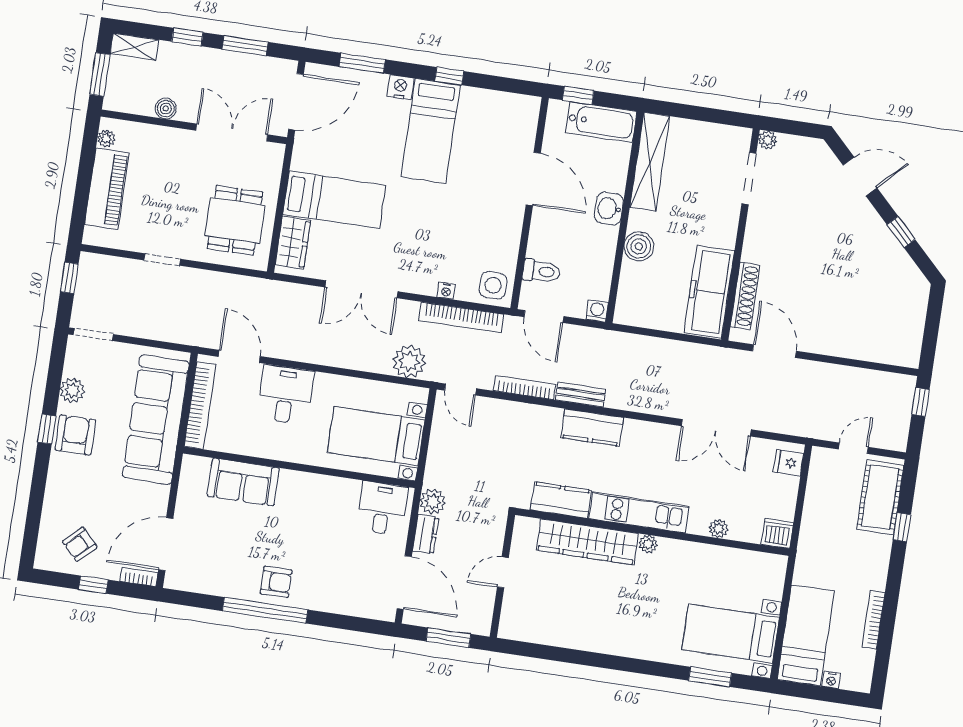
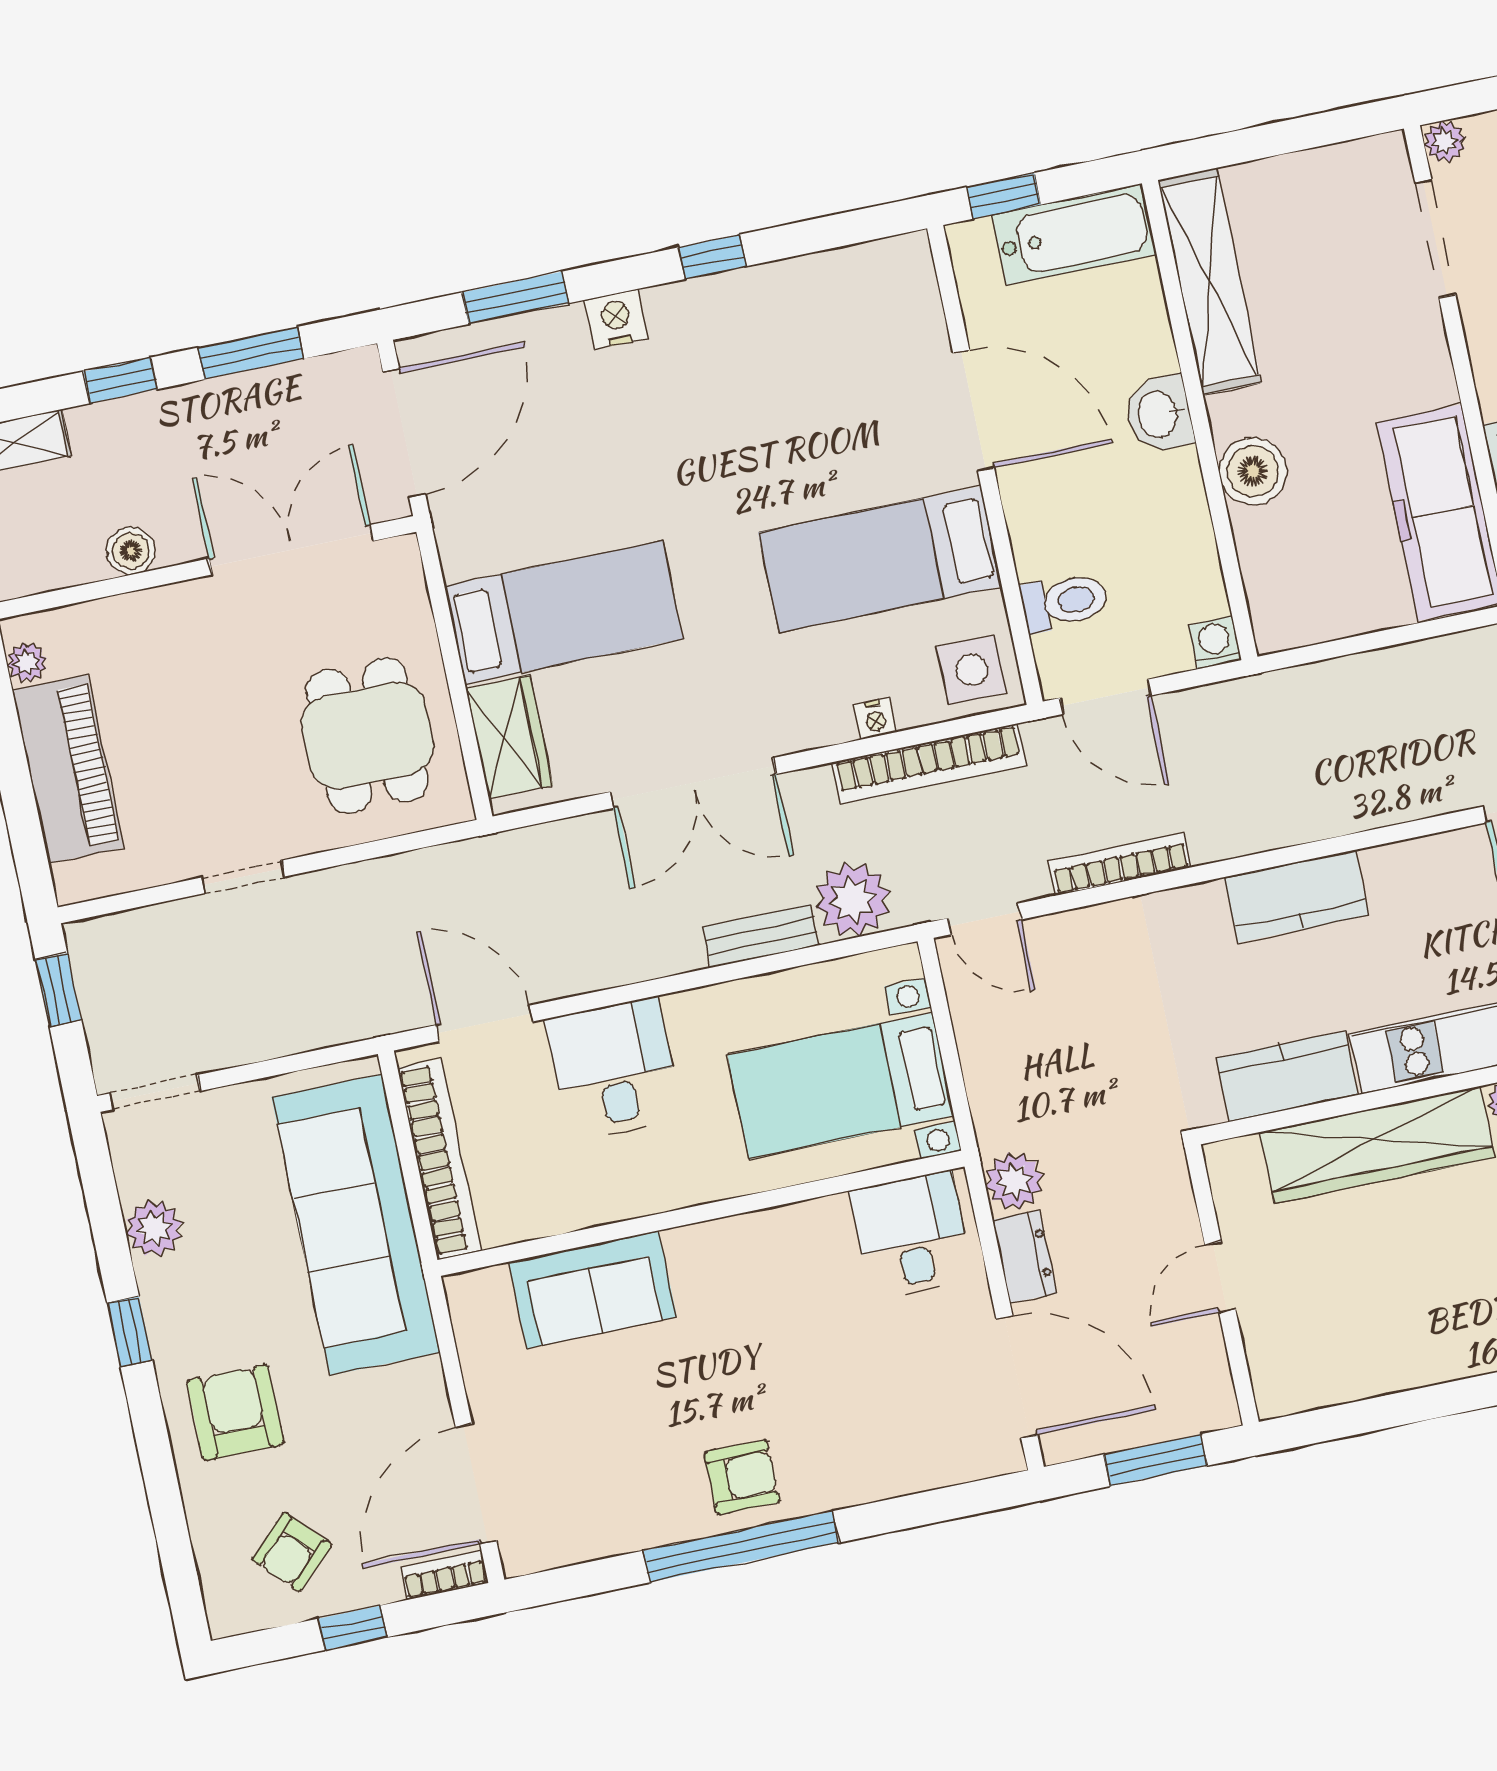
bed: (431, 131) -> (880, 559), moved, turned 90
bench: (581, 395) -> (760, 936), moved
armchair: (75, 435) -> (235, 1412), moved

